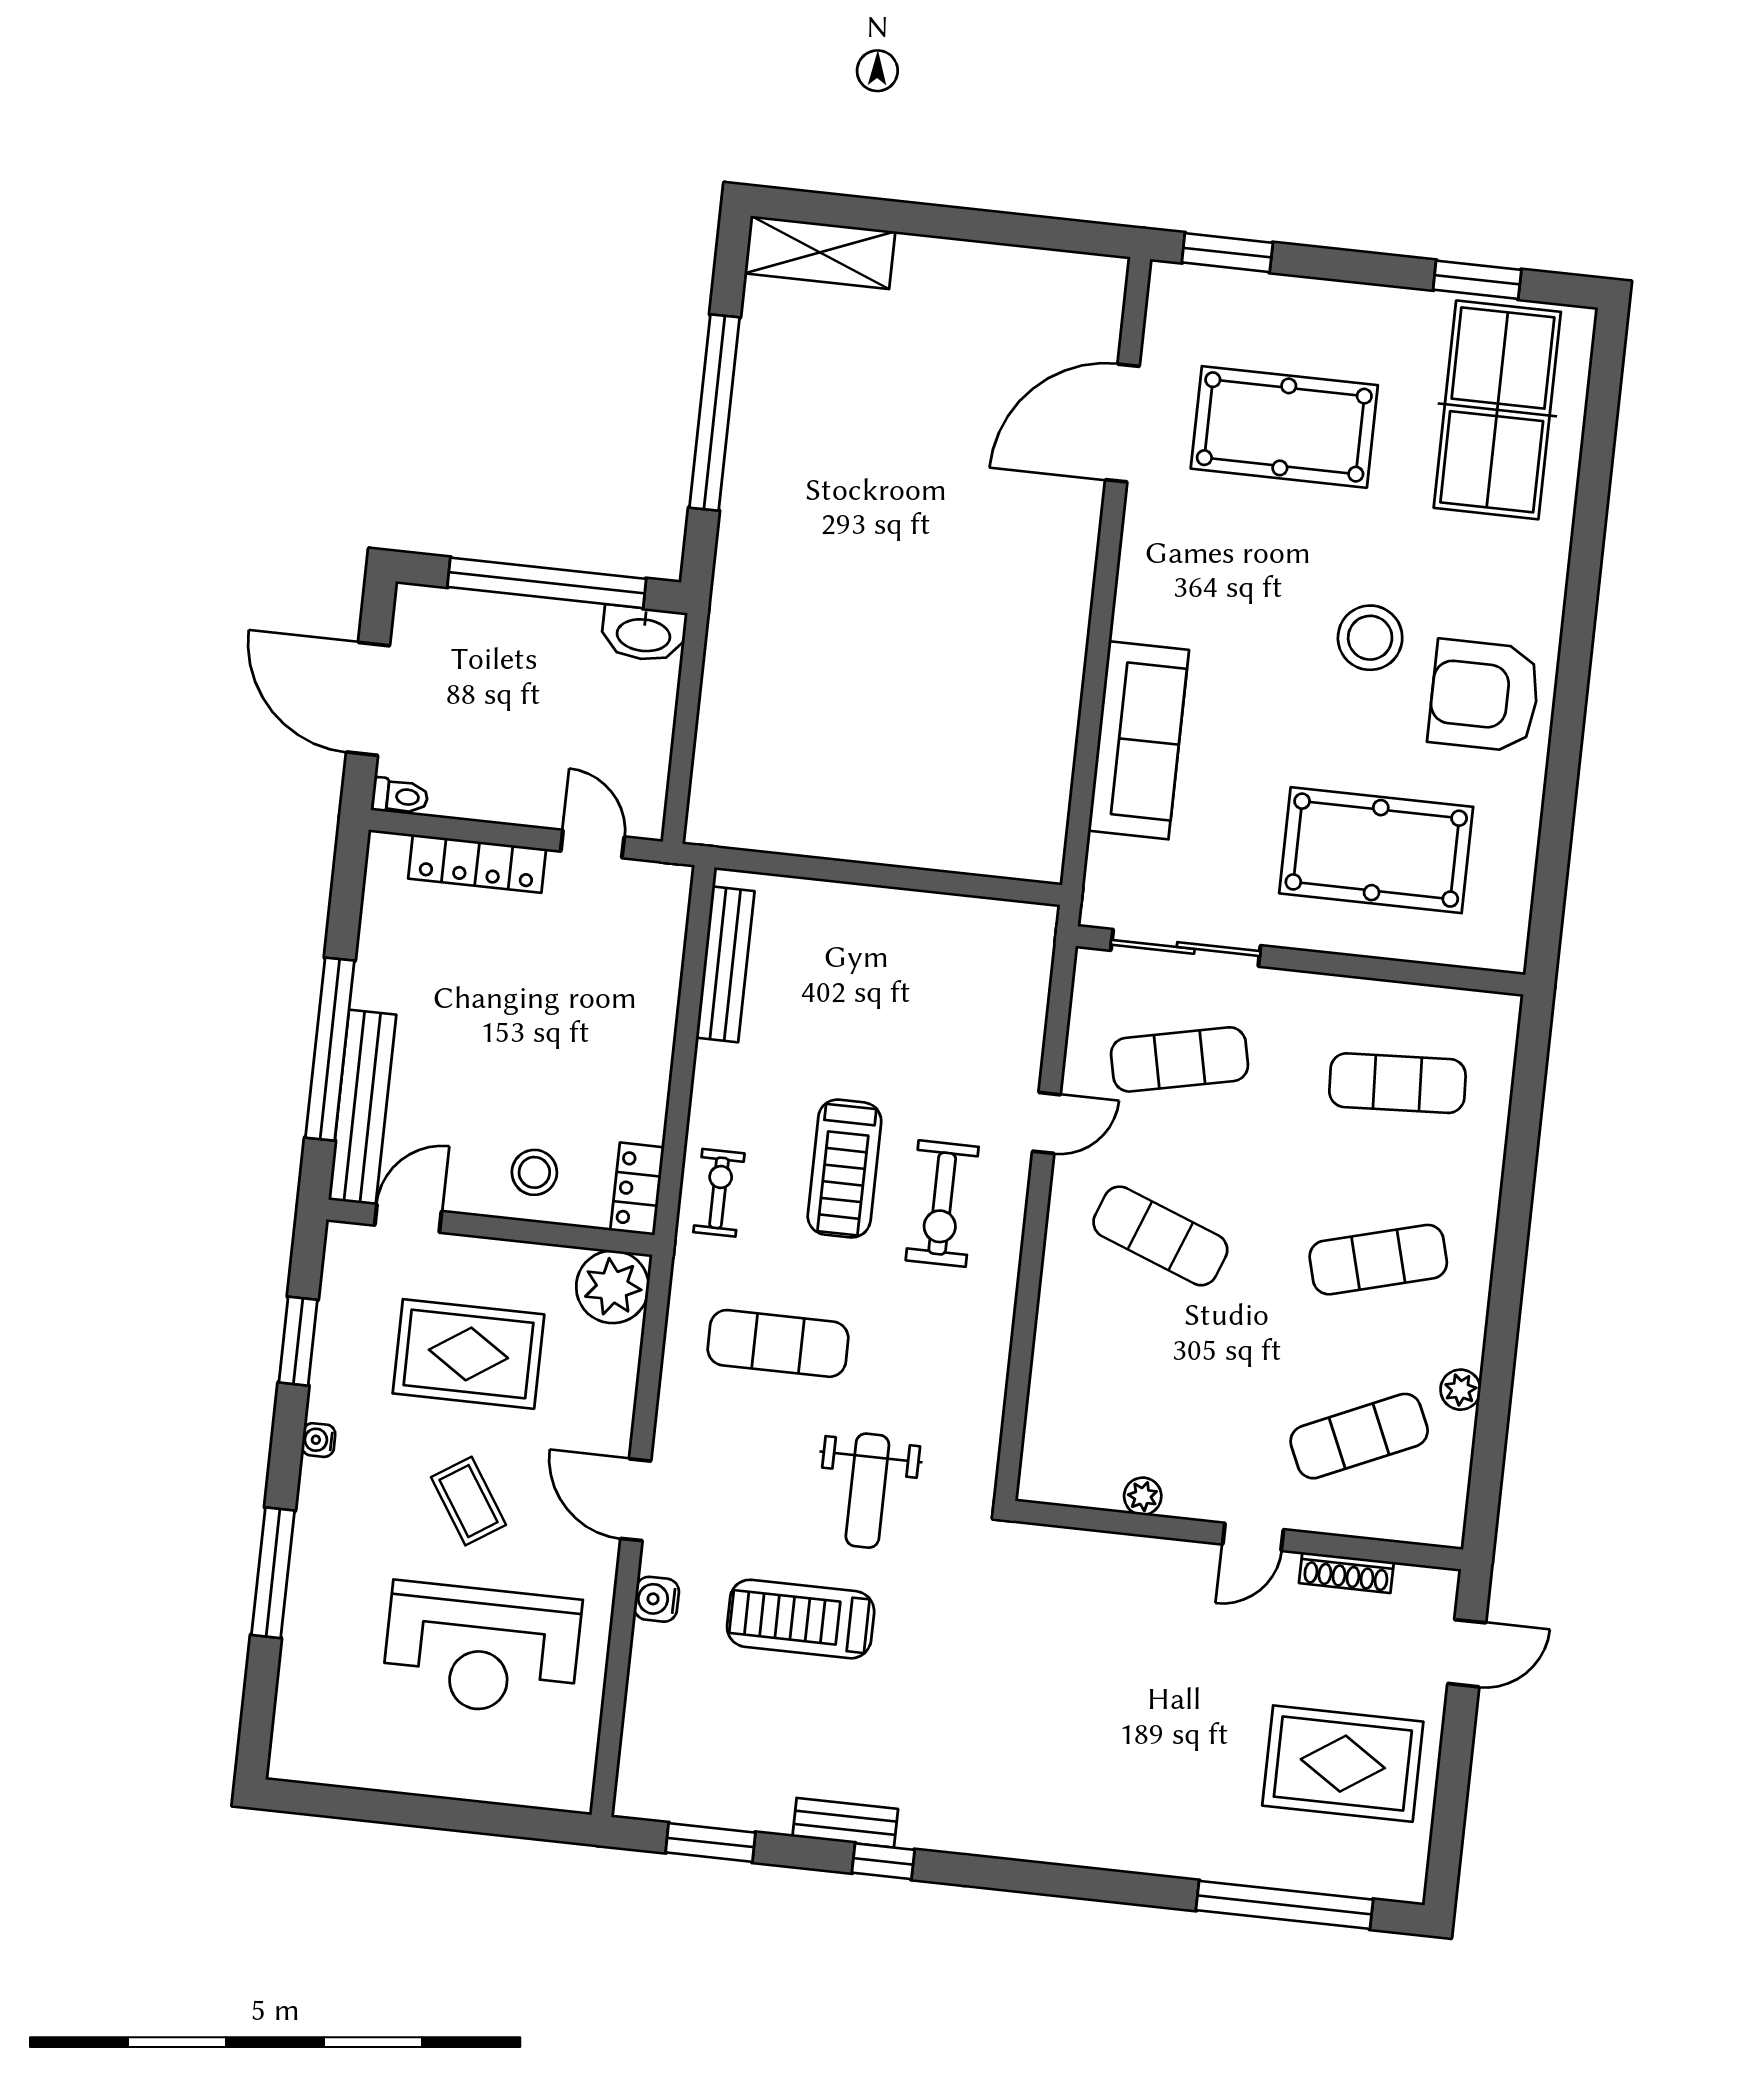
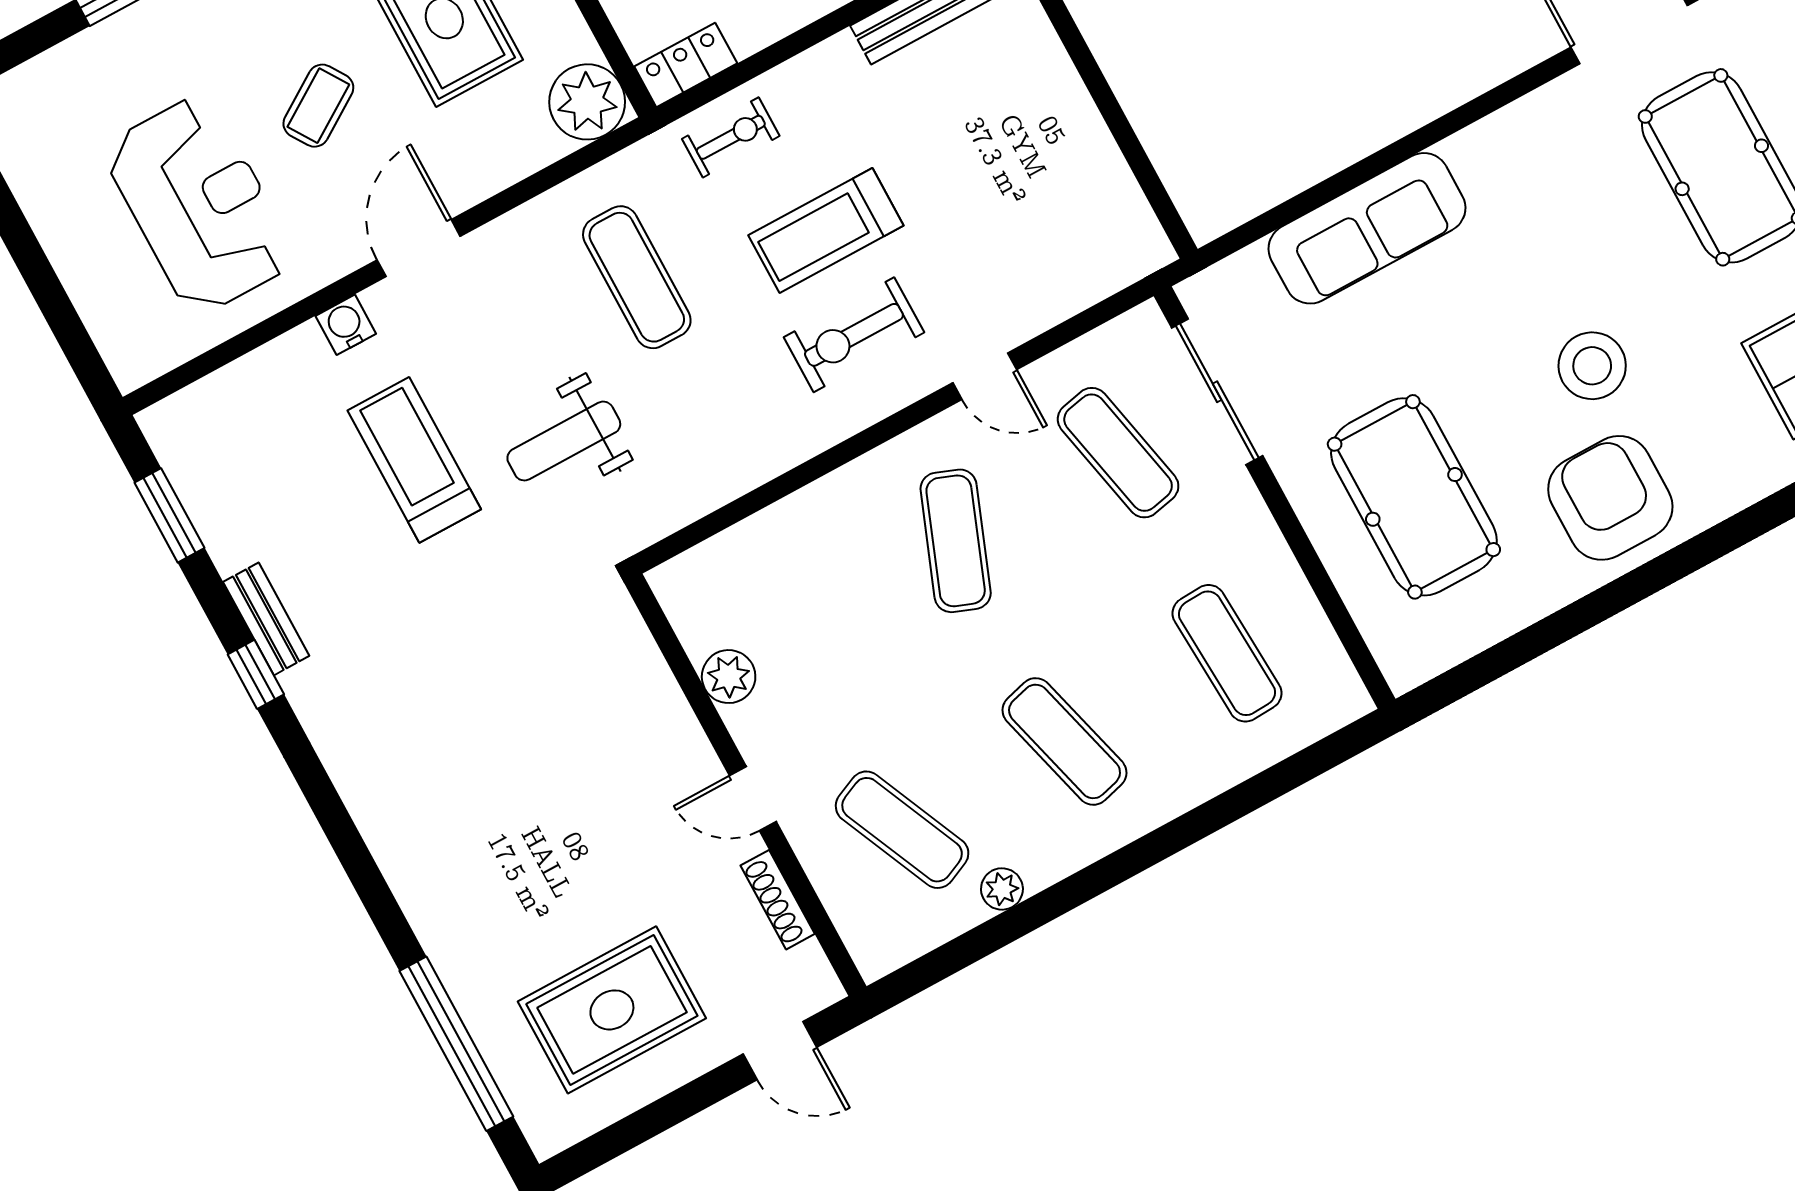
plant: (1143, 1496) -> (729, 677), width x1.38, depth x1.38
reception desk: (482, 1649) -> (199, 205), turned 180
rug: (1343, 1764) -> (612, 1010), turned 90

